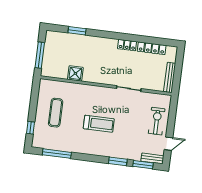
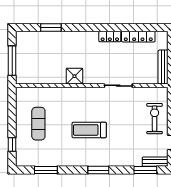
shower: (75, 73) -> (74, 76), moved
treadmill: (99, 124) -> (89, 130), turned 180
window: (57, 154) -> (46, 170), width x0.69
window: (118, 161) -> (98, 170), moved

